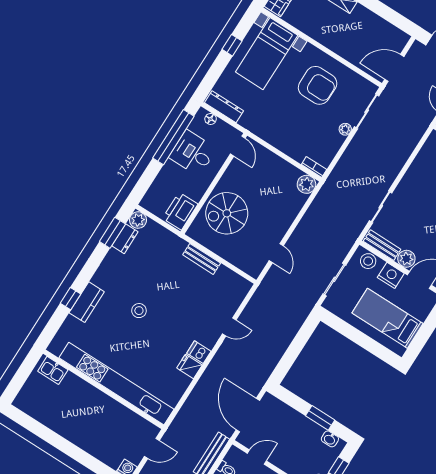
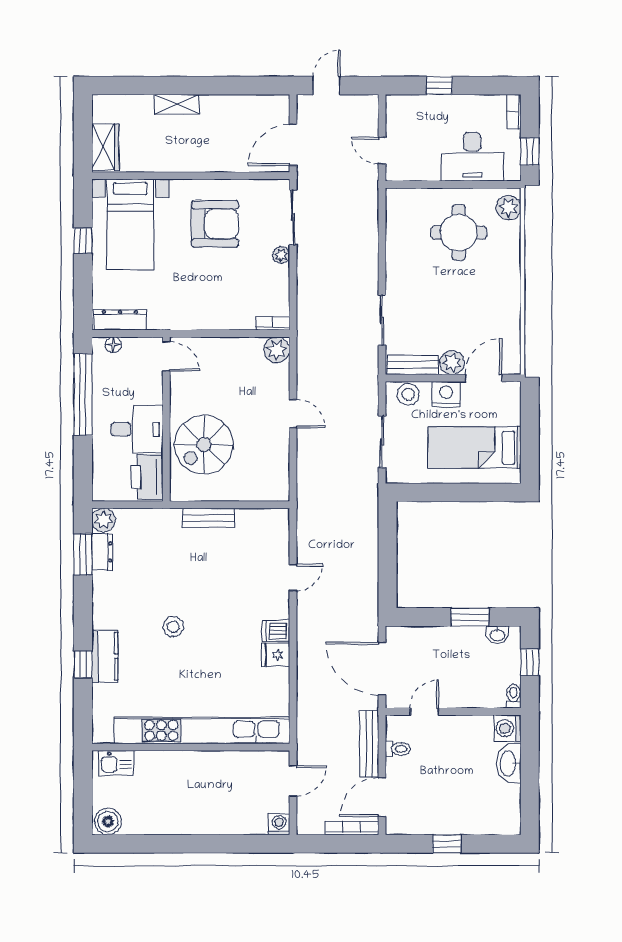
desk: (193, 153) -> (137, 429), moved, turned 180
door: (276, 253) -> (293, 414), moved
boiler: (26, 402) -> (108, 822), added

